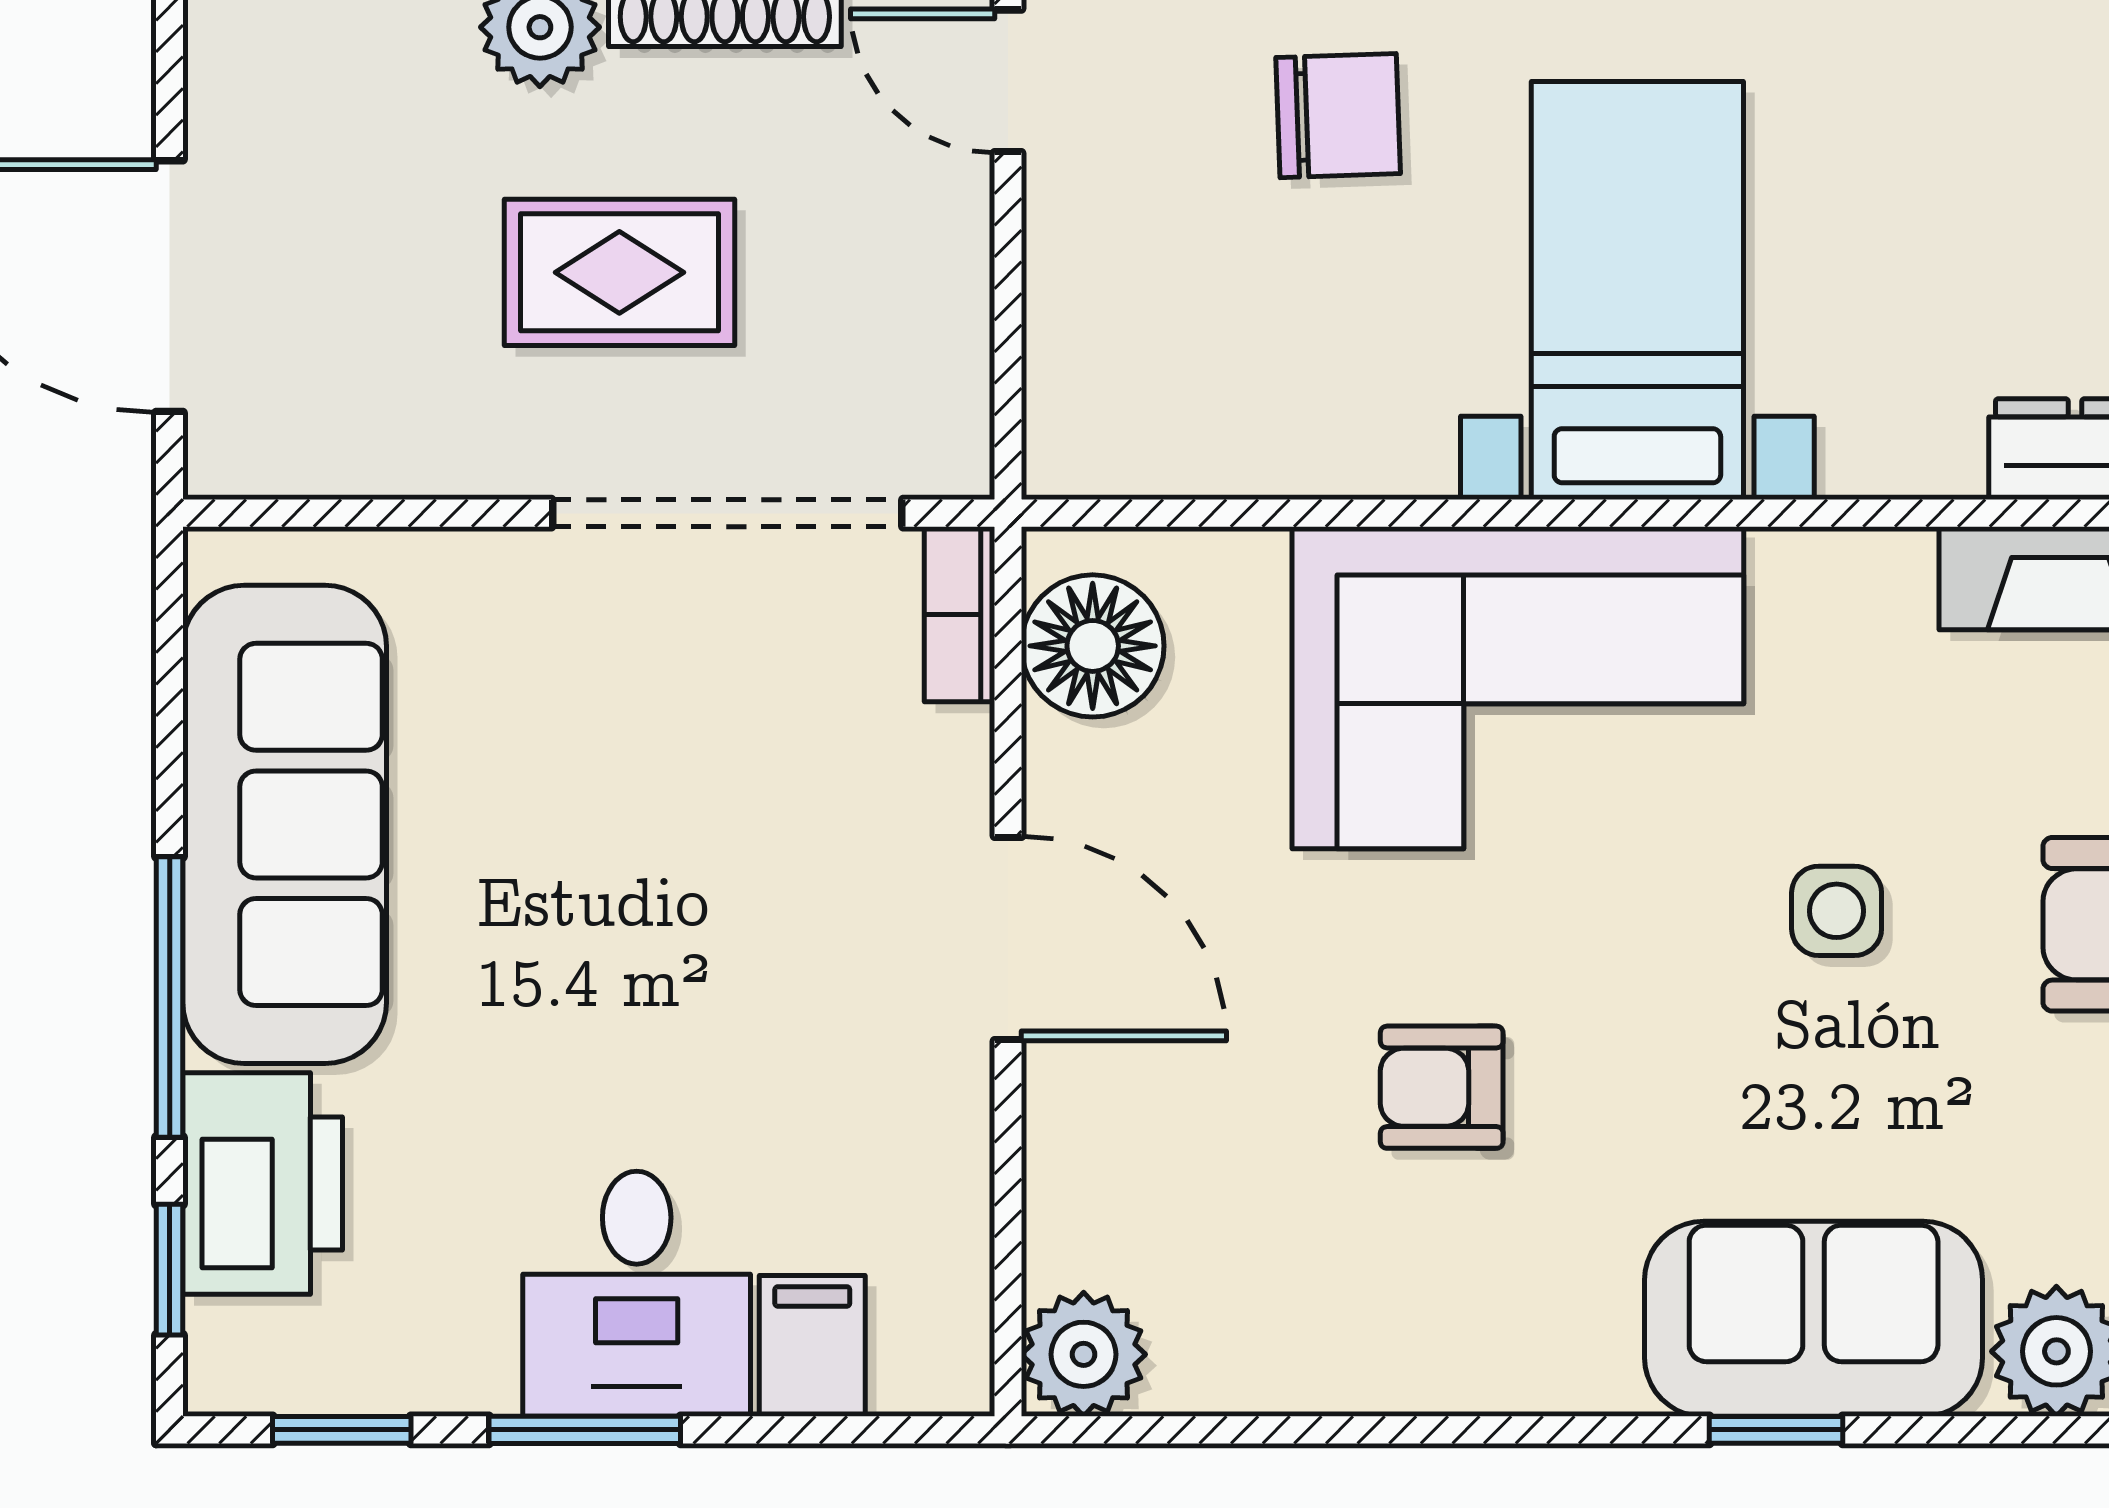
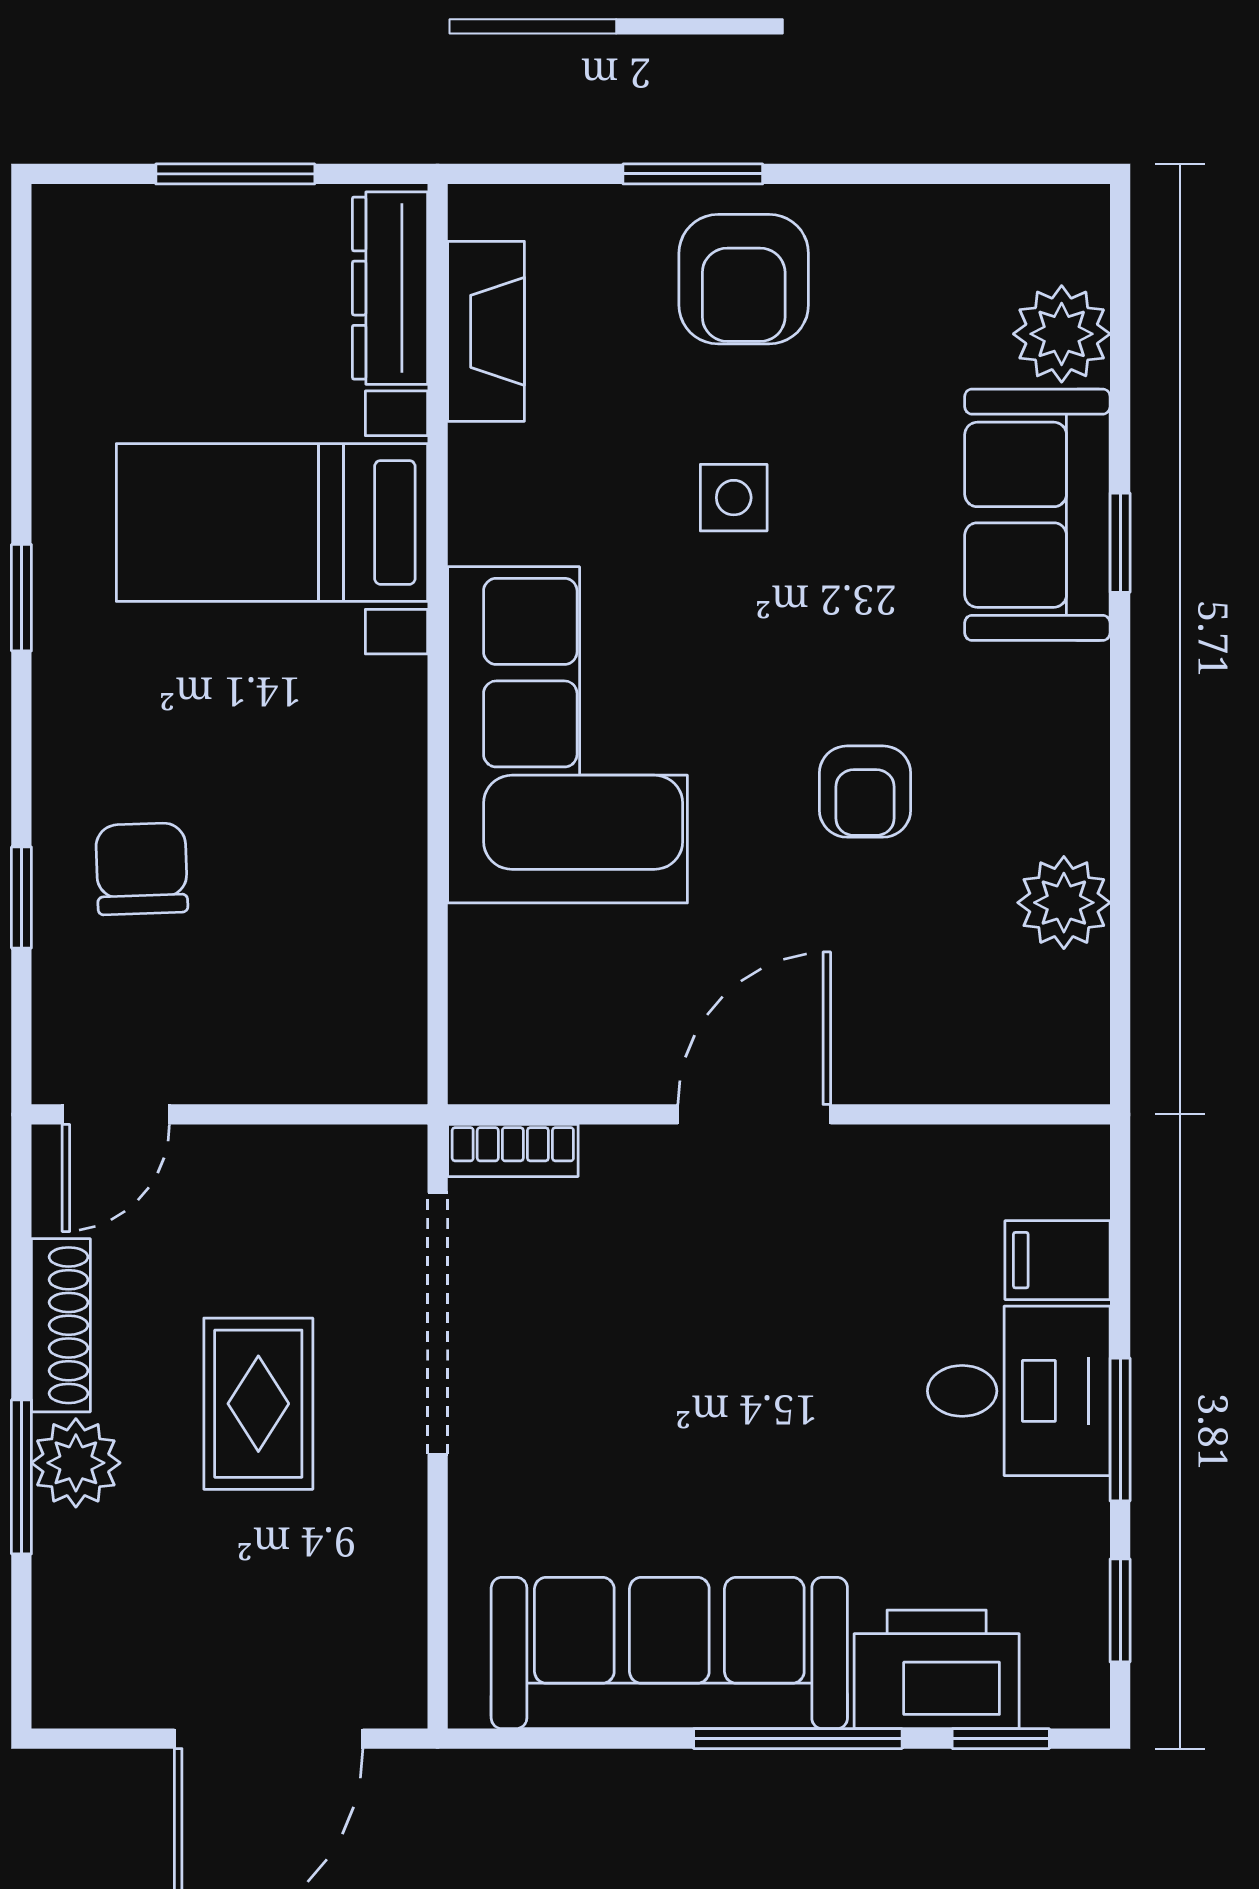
bed with nightstands: (1637, 291) -> (272, 522), moved
floor lamp: (1093, 646) -> (536, 1051), removed
plant: (1084, 1354) -> (1064, 903), moved

